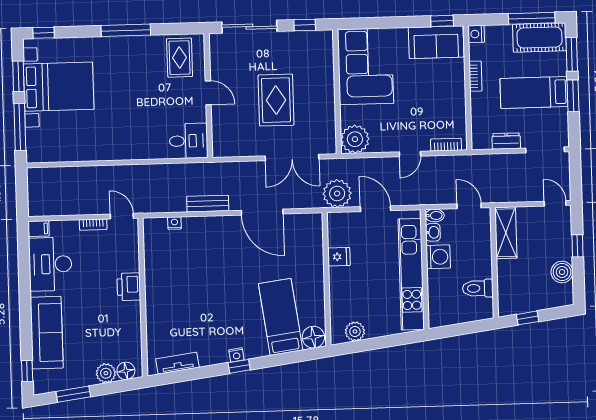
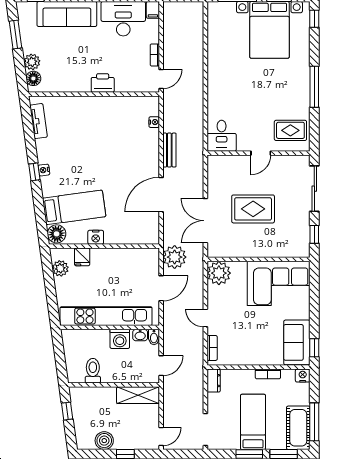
dresser: (506, 141) -> (214, 381), moved
fridge: (339, 257) -> (82, 257), moved
nightstand: (316, 290) -> (96, 237), added

